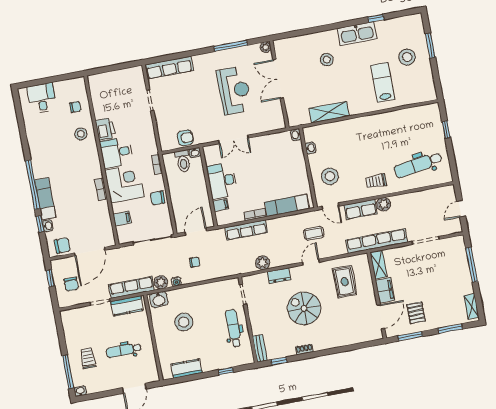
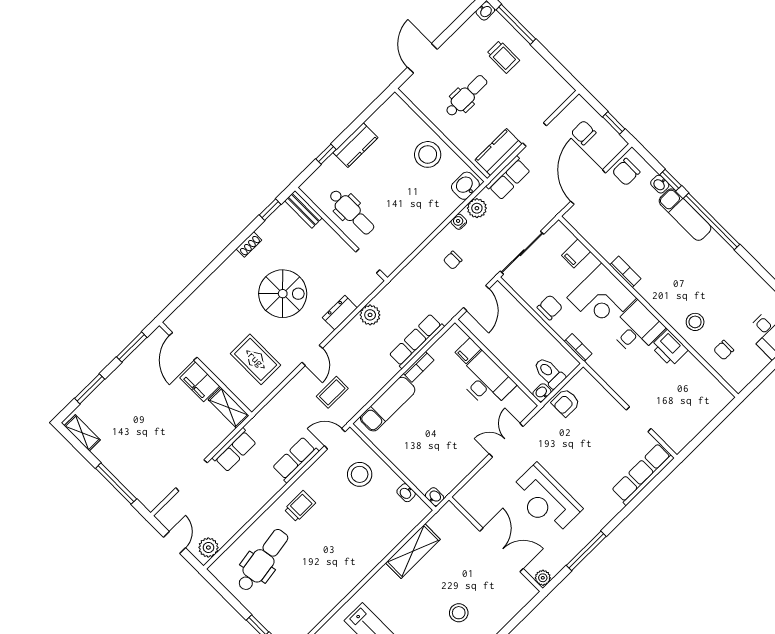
plant: (384, 204) -> (208, 548), moved
row of seats: (377, 241) -> (234, 450), width x0.50
row of seats: (131, 287) -> (508, 178), width x0.68
pallet: (416, 313) -> (144, 380), removed
stool: (184, 322) -> (428, 154), moved
kitchen counter: (186, 368) -> (355, 145), moved

